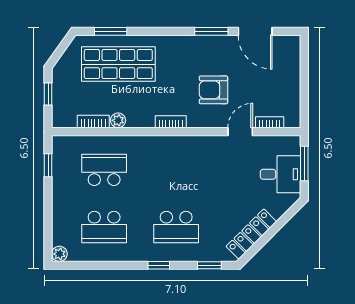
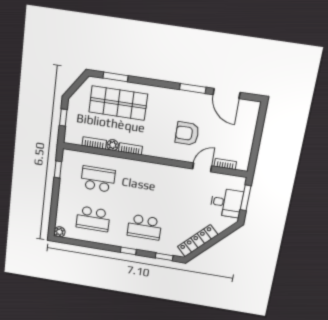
bookcase: (171, 122) -> (130, 149), moved

